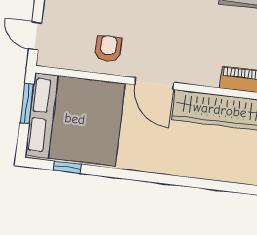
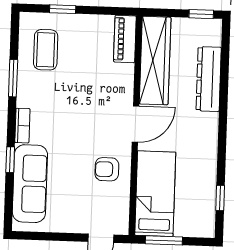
bed: (75, 119) -> (155, 194), width x0.49
dresser: (196, 166) -> (209, 79), added

